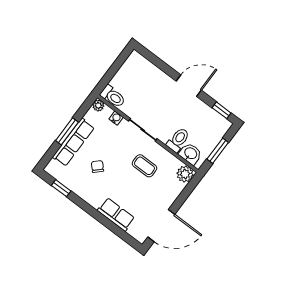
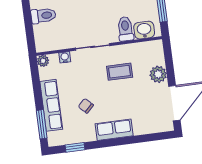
toilet: (113, 96) -> (43, 16), moved
window: (67, 131) -> (42, 124), moved
plant: (185, 174) -> (158, 74), moved
row of seats: (116, 214) -> (114, 130), moved

